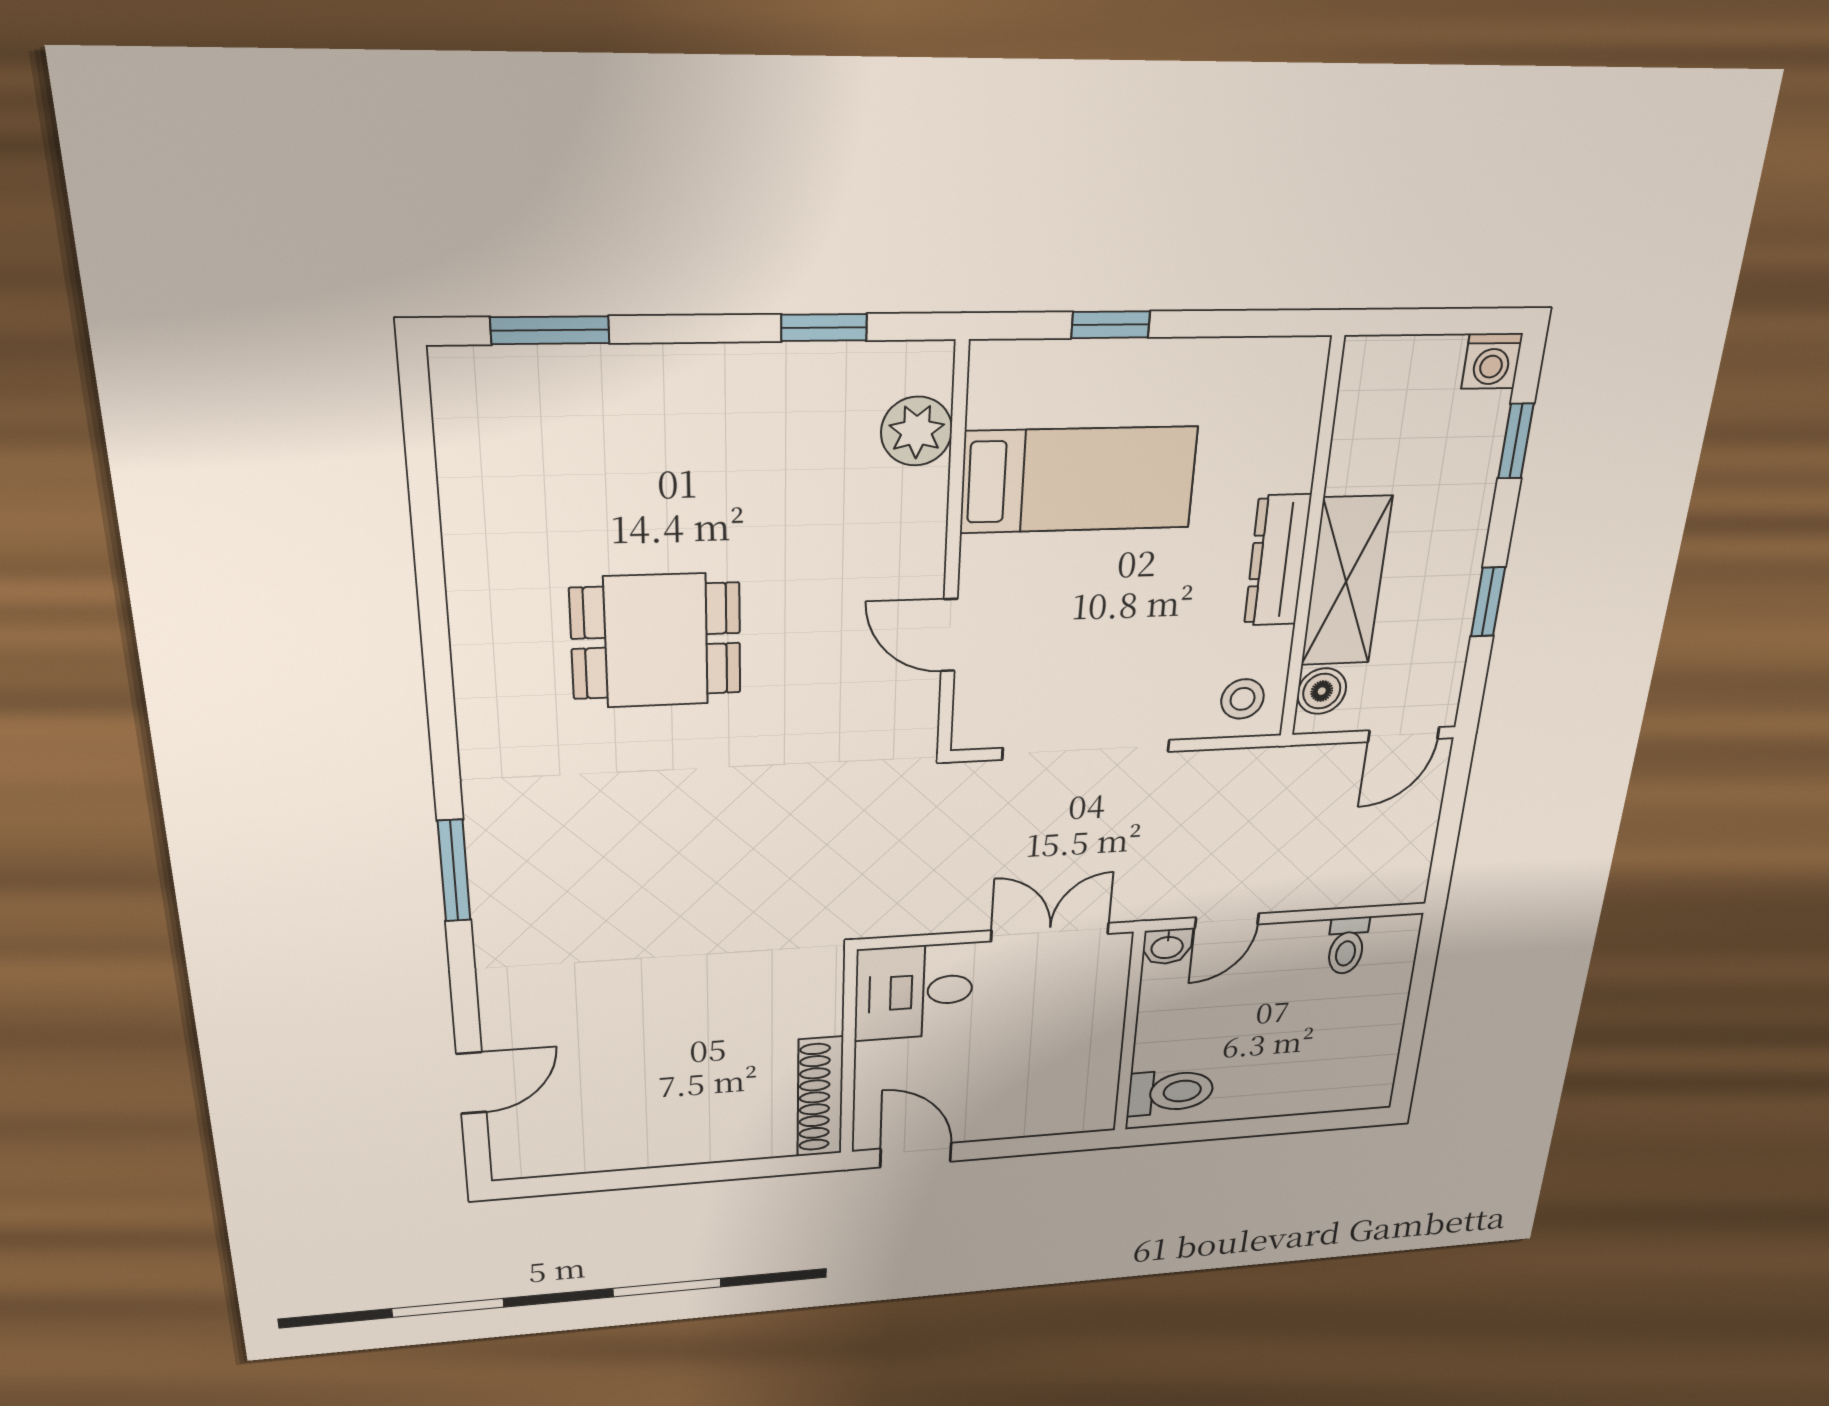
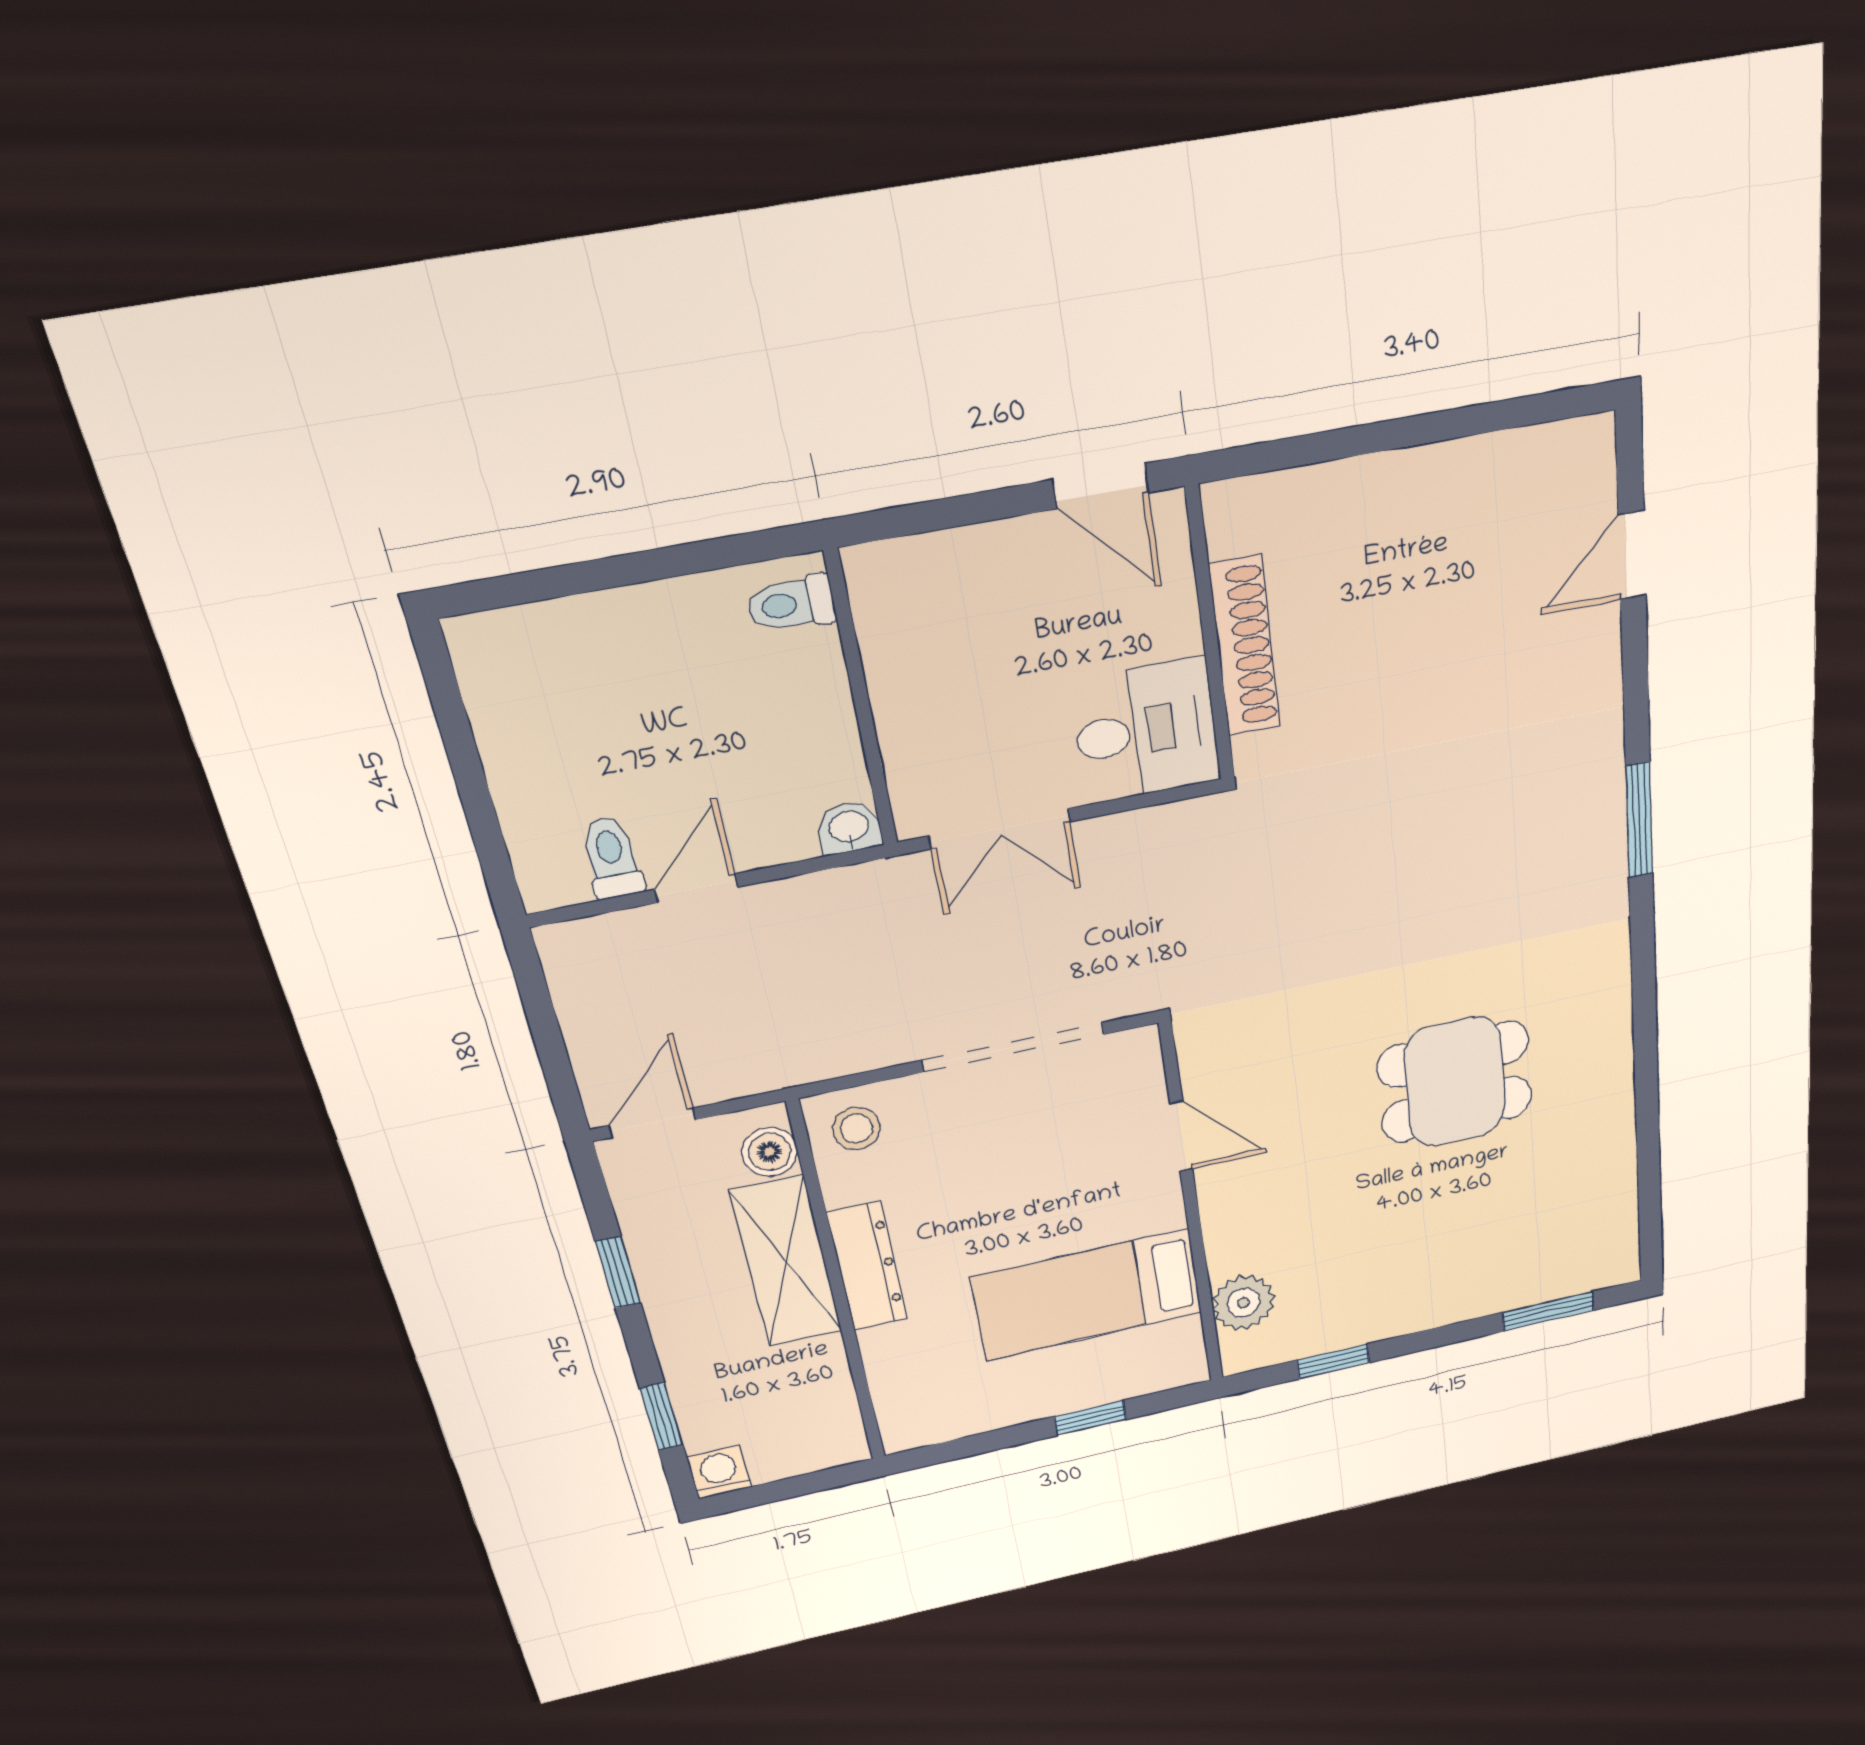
door: (1227, 921) -> (697, 888), moved
toilet: (1170, 1092) -> (791, 604), width x0.73, depth x0.72
shoe rack: (820, 1097) -> (1245, 646), moved

